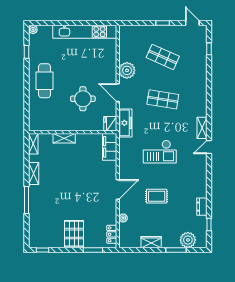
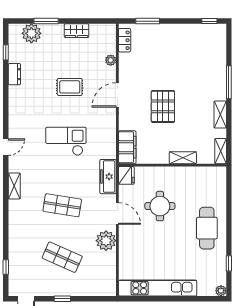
shelving: (202, 128) -> (14, 186), moved
pallet: (74, 234) -> (163, 106), moved

